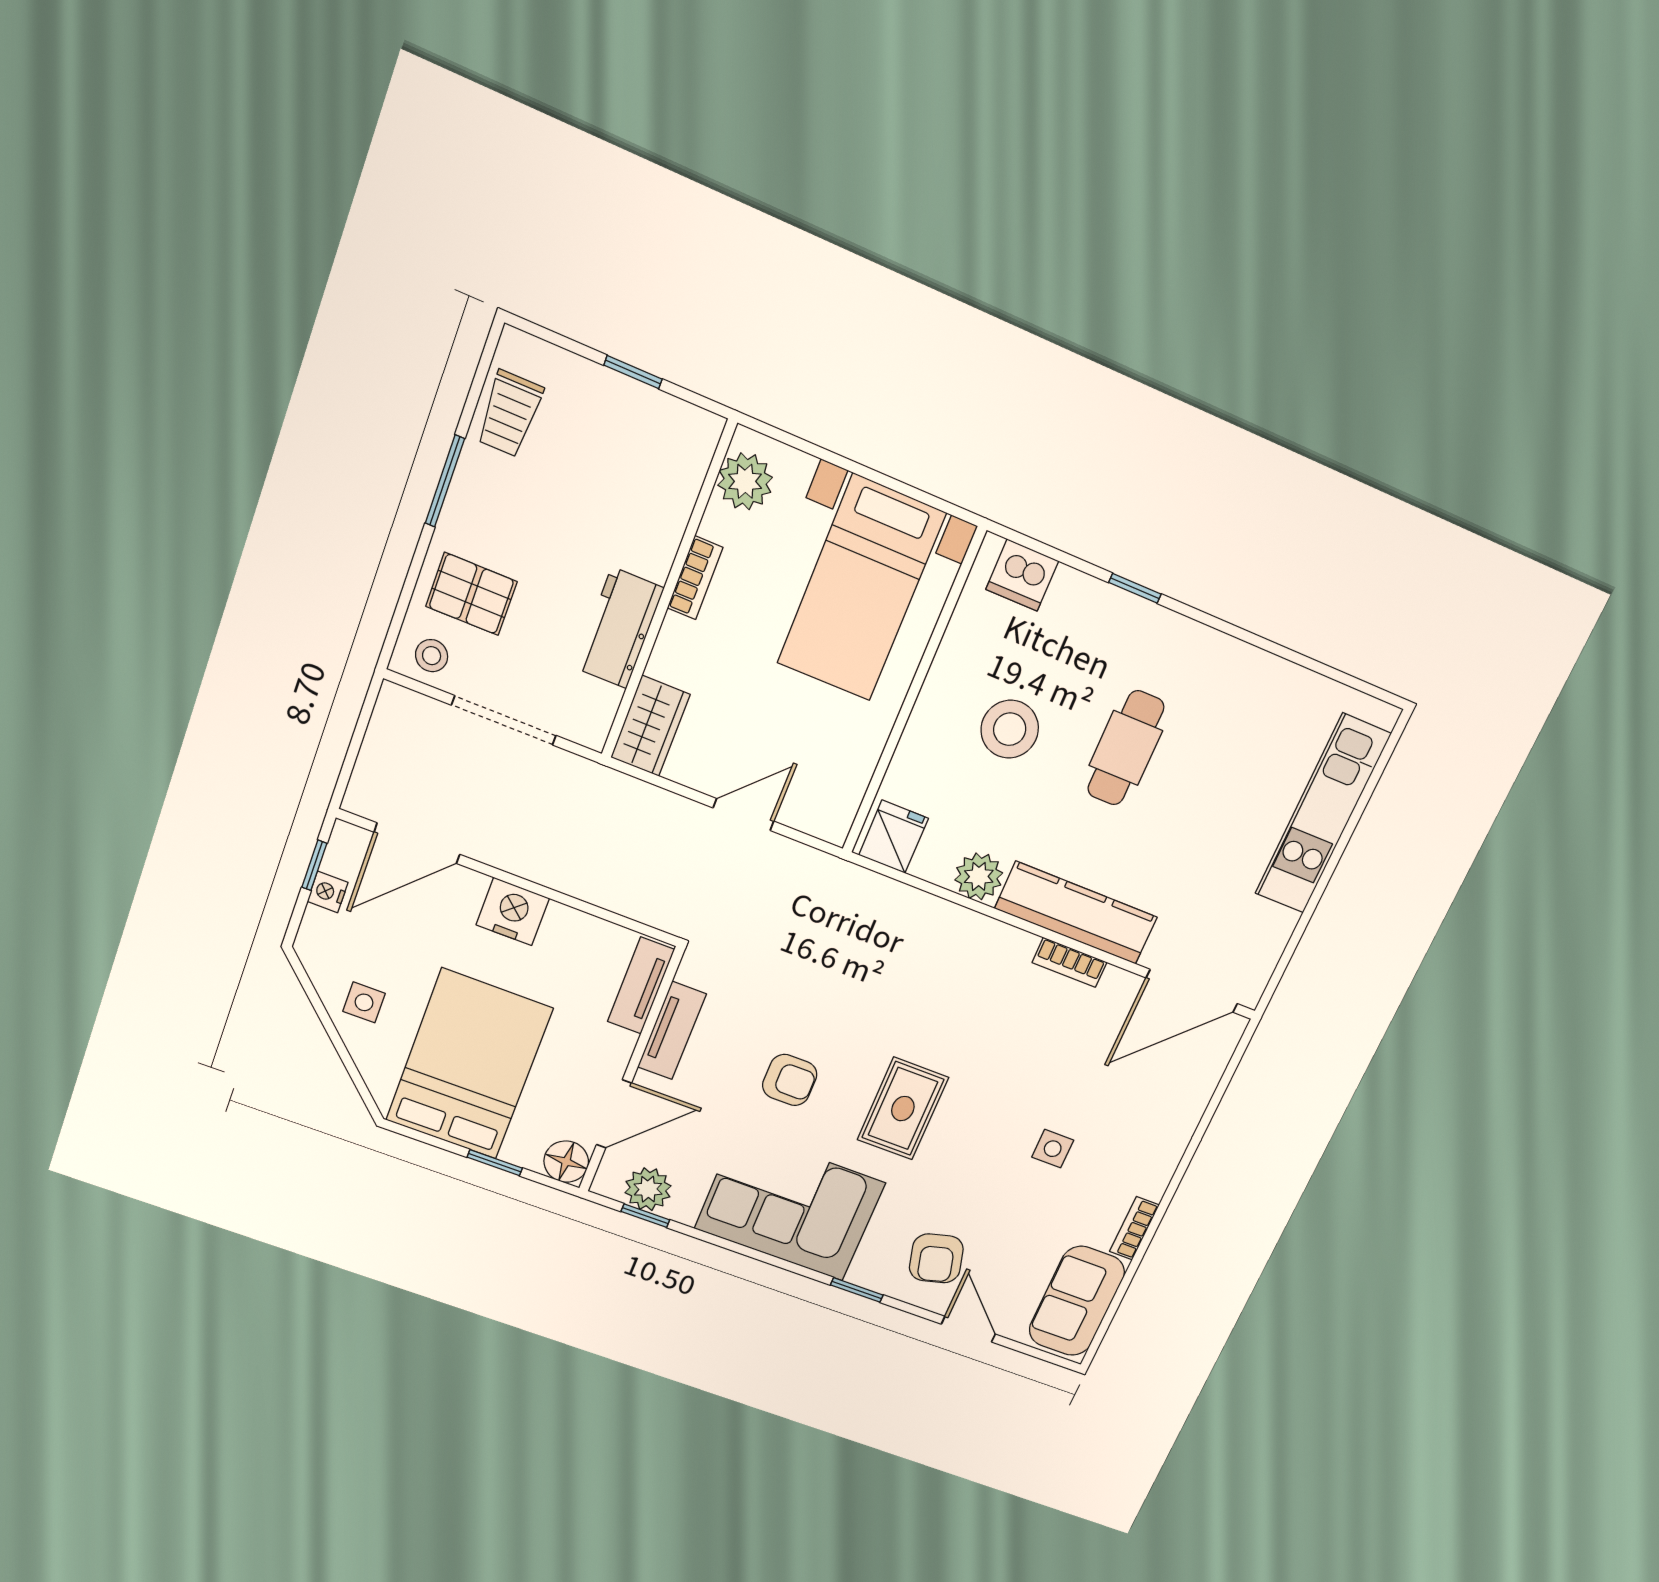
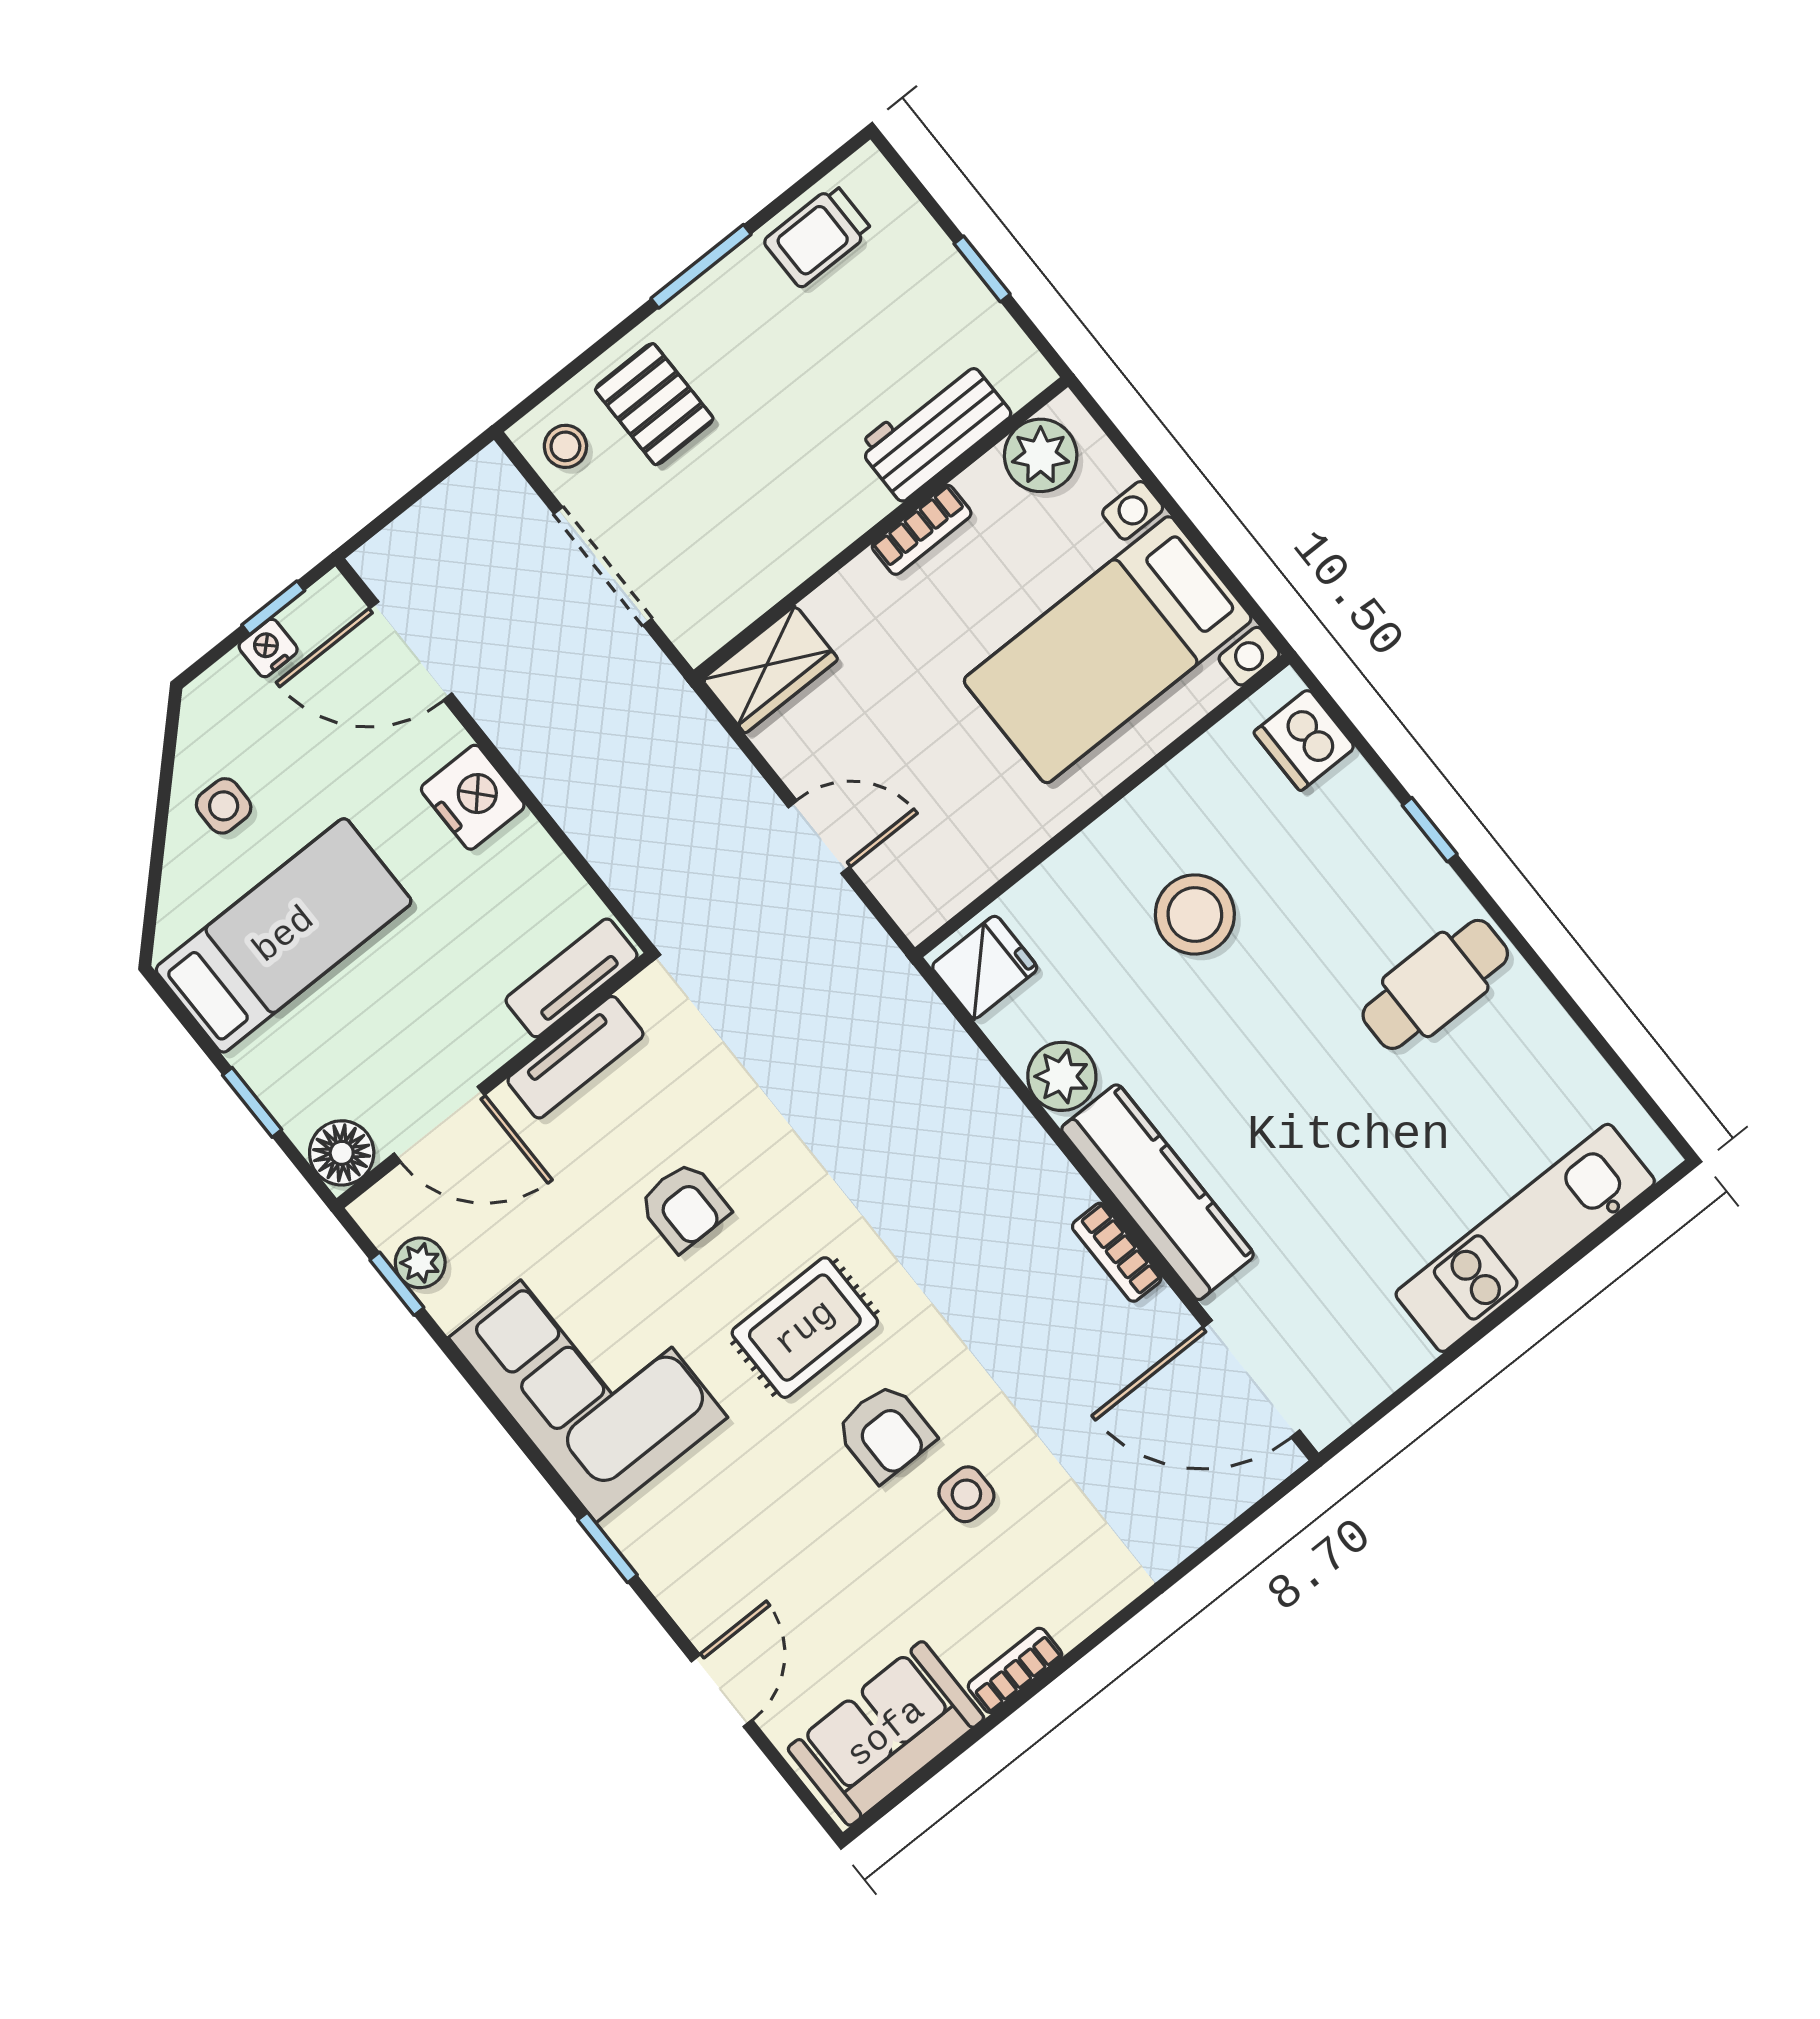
workbench: (619, 628) -> (934, 430), moved
cafe table: (1126, 748) -> (1435, 984), moved
bed: (469, 1064) -> (284, 935), width x0.67
plant: (648, 1189) -> (420, 1263), width x0.73, depth x0.73
armchair: (936, 1258) -> (885, 1432), moved, turned -75

